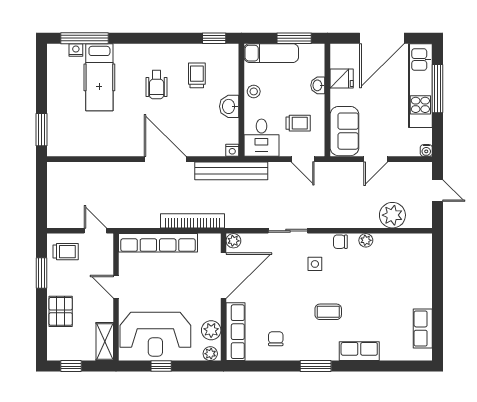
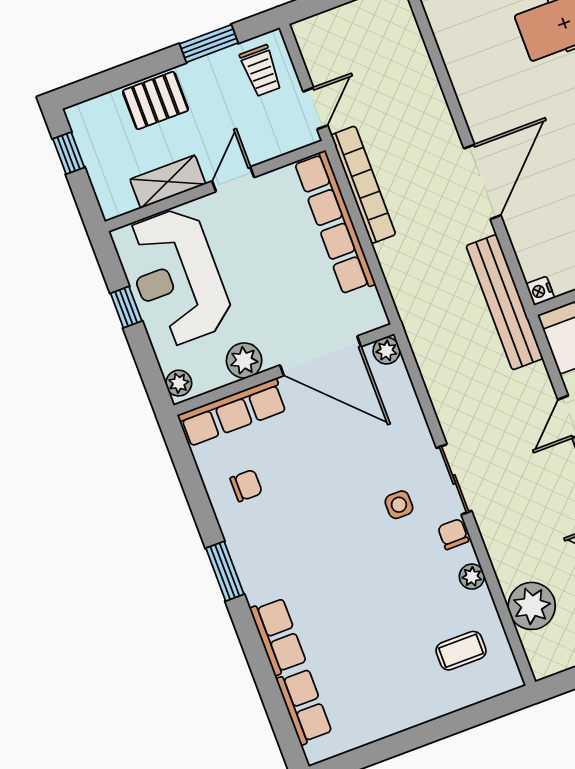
bookcase: (192, 221) -> (363, 185), moved
sliding door: (288, 231) -> (454, 479), moved
coffee table: (328, 312) -> (461, 651), moved, turned 90
row of seats: (423, 329) -> (304, 706), moved, turned 90
plant: (211, 330) -> (244, 360), moved
shelving: (105, 342) -> (168, 182), moved

